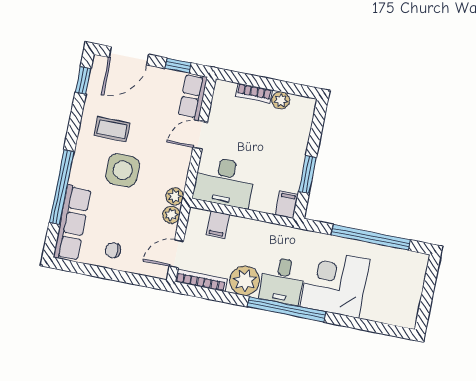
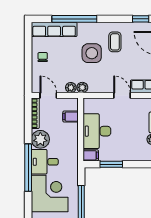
desk: (224, 182) -> (97, 131), moved

